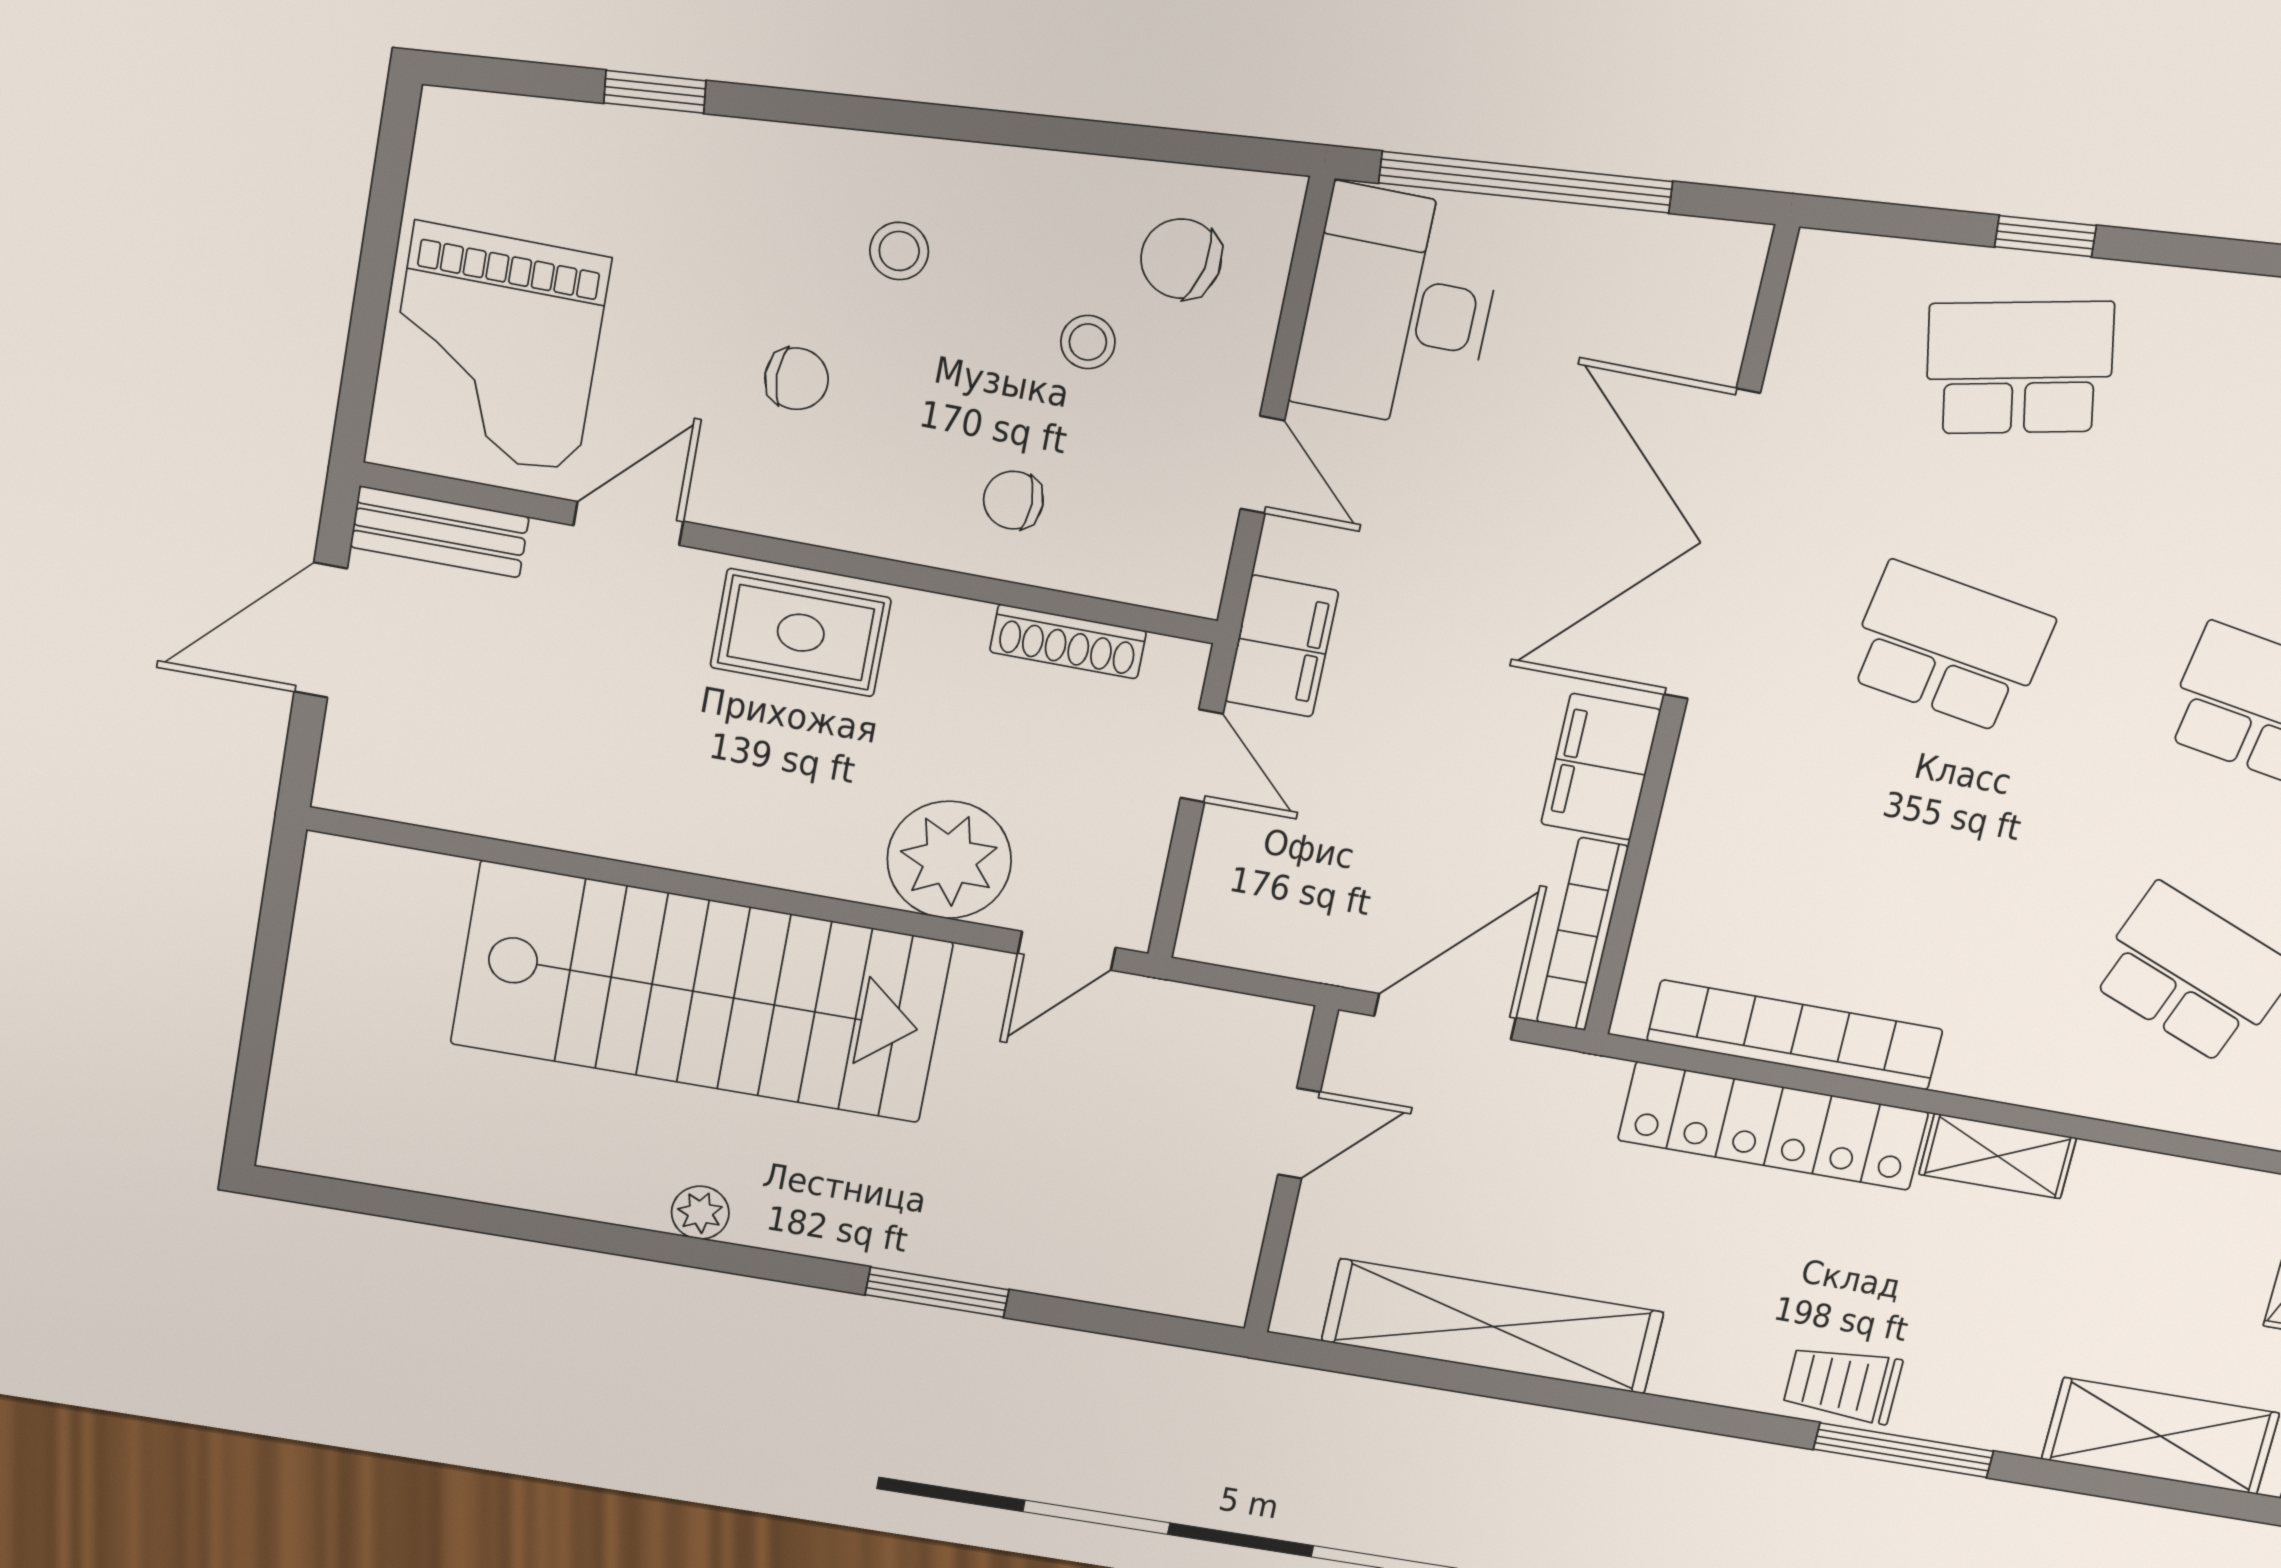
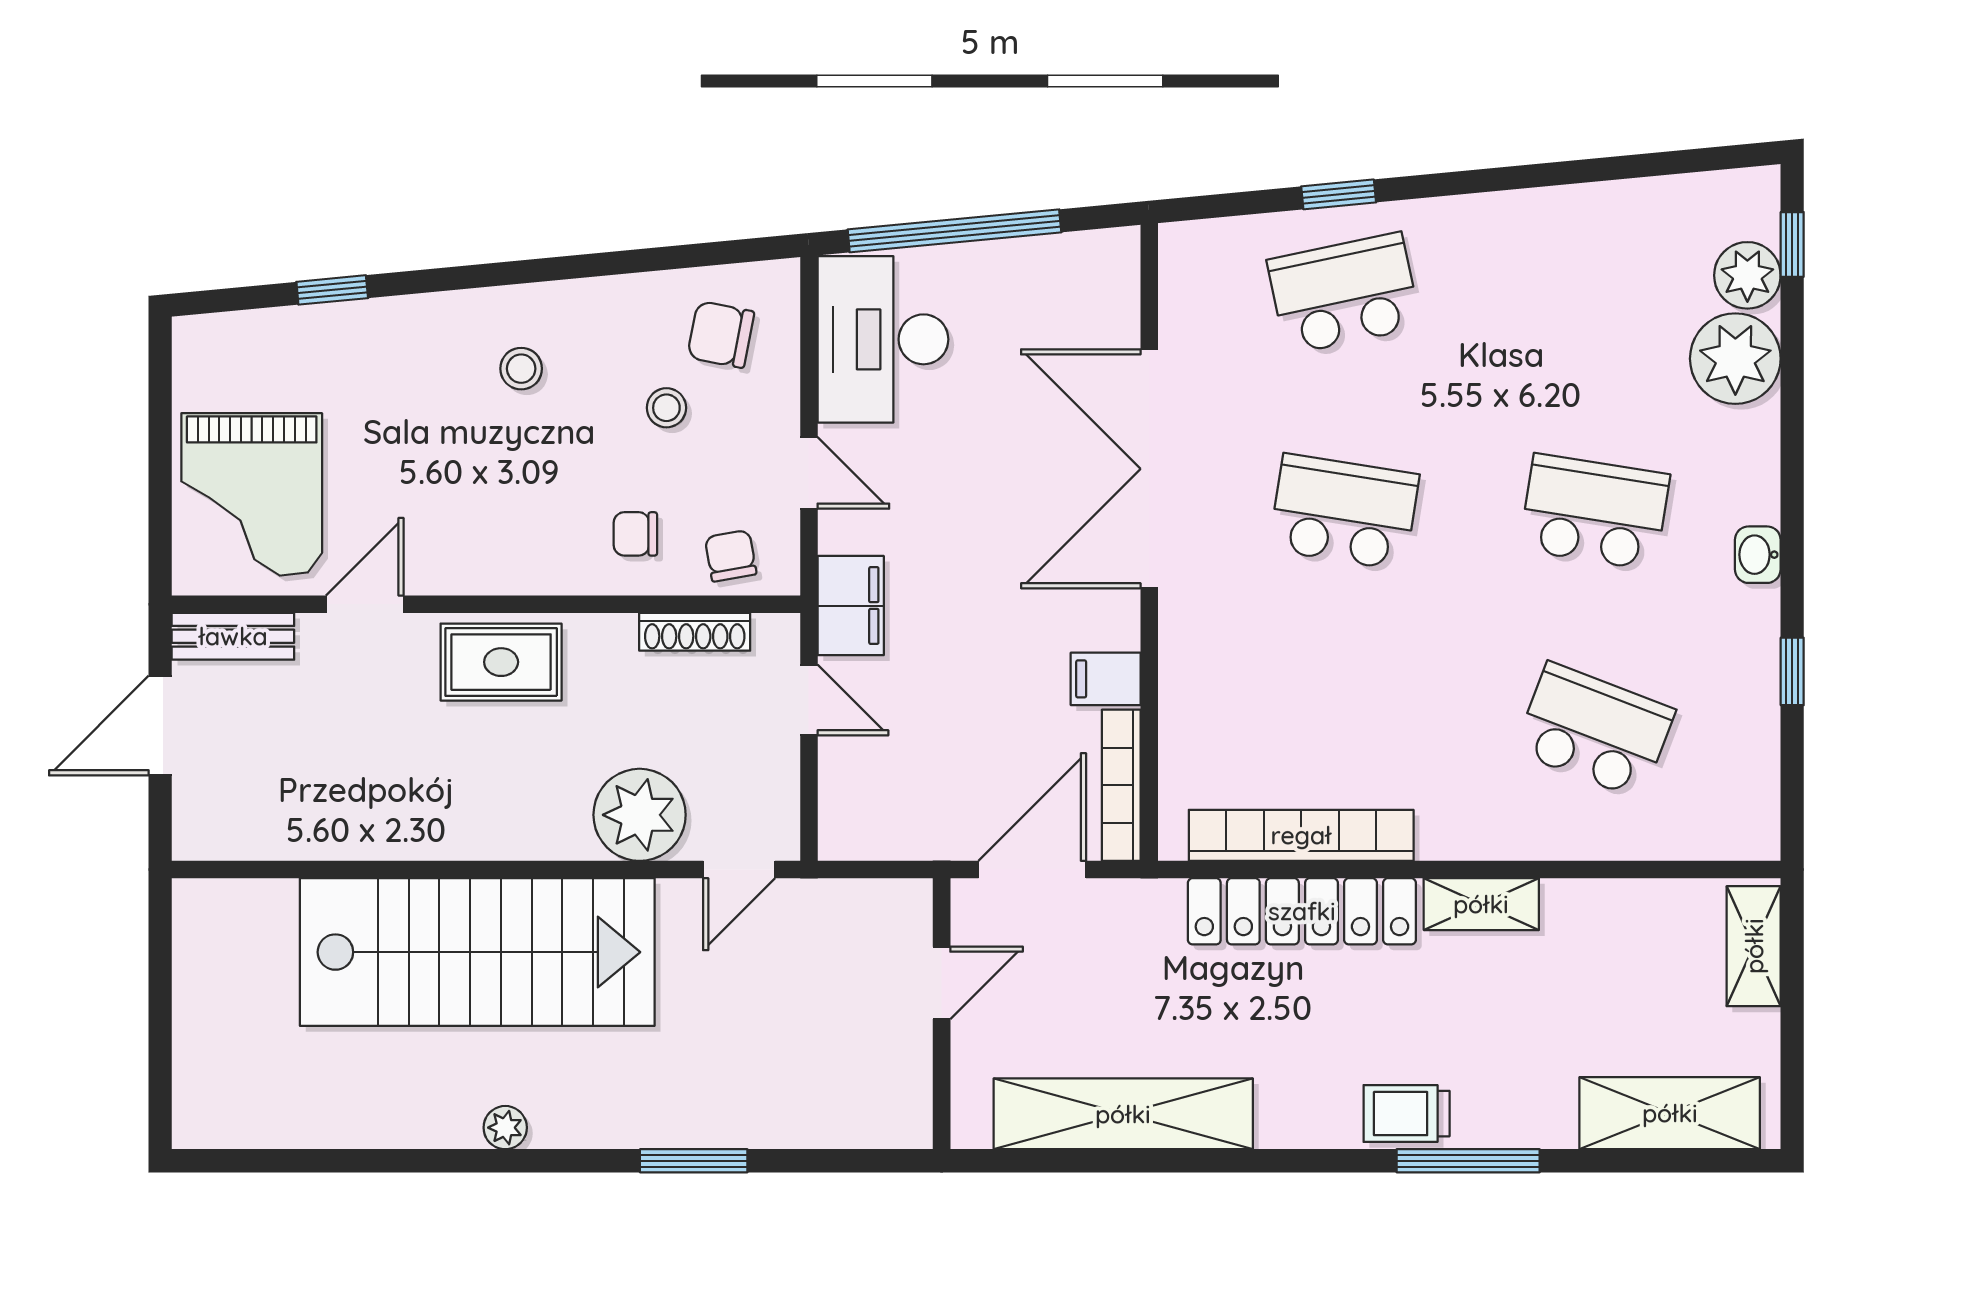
chair: (797, 379) -> (731, 556), moved, turned -100
filing cabinet: (1601, 767) -> (1106, 679), width x0.50

